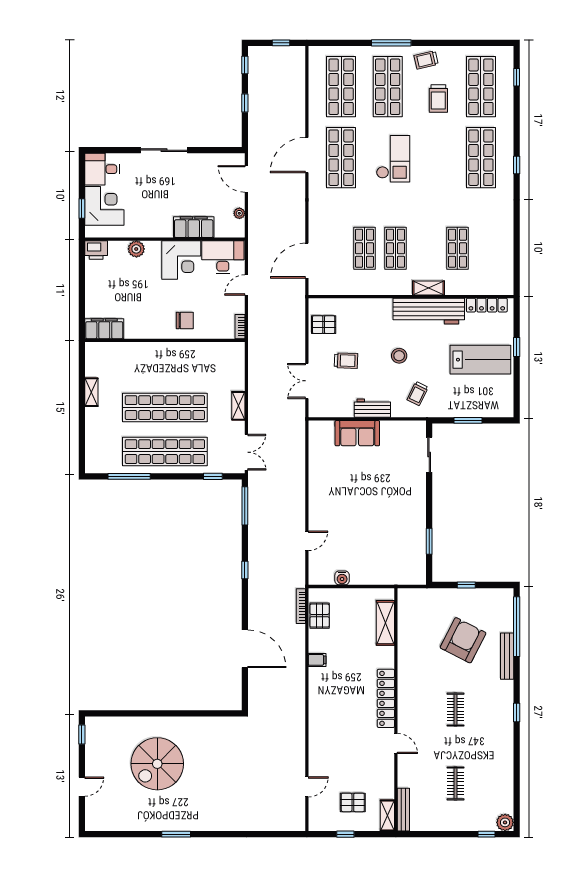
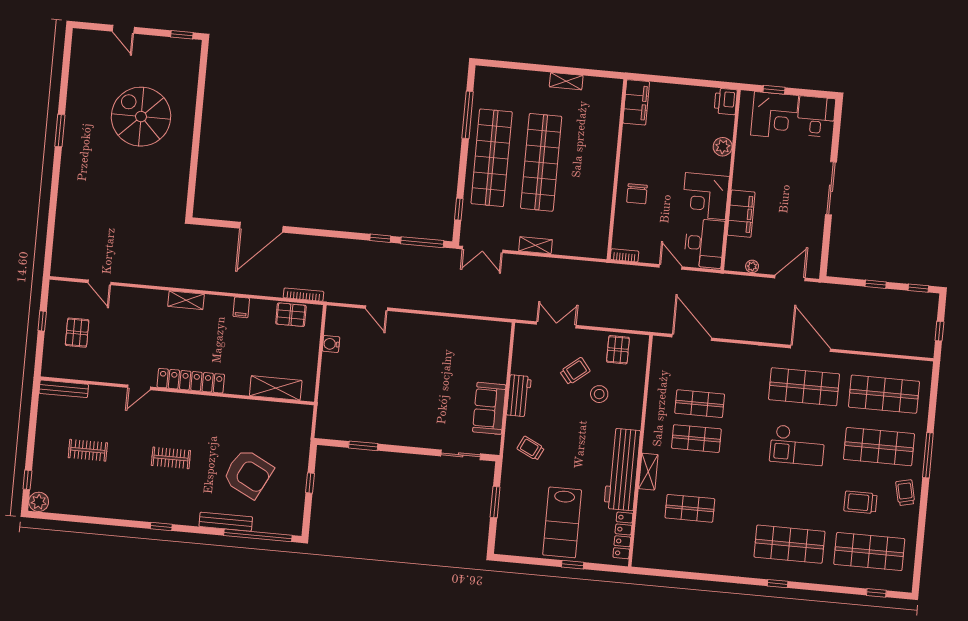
stool: (399, 356) -> (599, 394), moved
trolley: (346, 361) -> (575, 371), turned -131
sofa: (357, 433) -> (489, 408), moved
window: (245, 570) -> (380, 238), moved
shelving: (387, 816) -> (186, 300), moved

